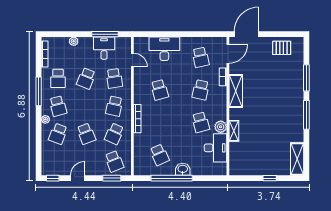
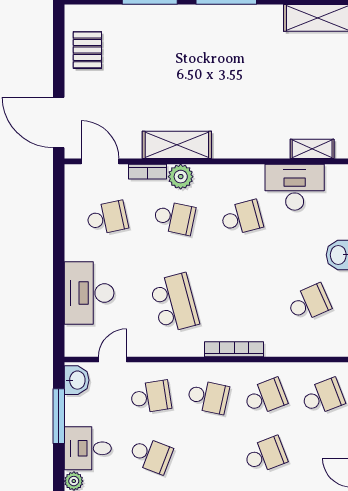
washbasin: (122, 43) -> (77, 380), added
desk: (104, 48) -> (88, 448), moved
school desk: (160, 90) -> (174, 303), width x1.85
plant: (221, 127) -> (181, 177), moved
shelving: (234, 131) -> (312, 149), moved
school desk: (114, 134) -> (265, 397), turned -45

